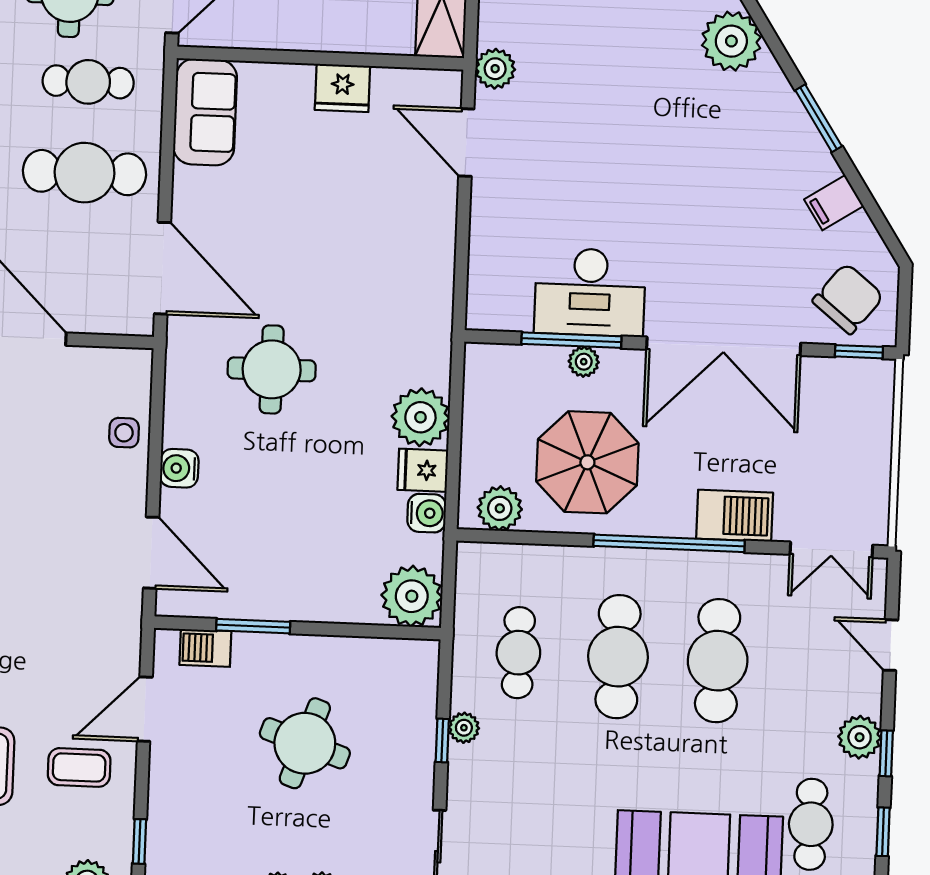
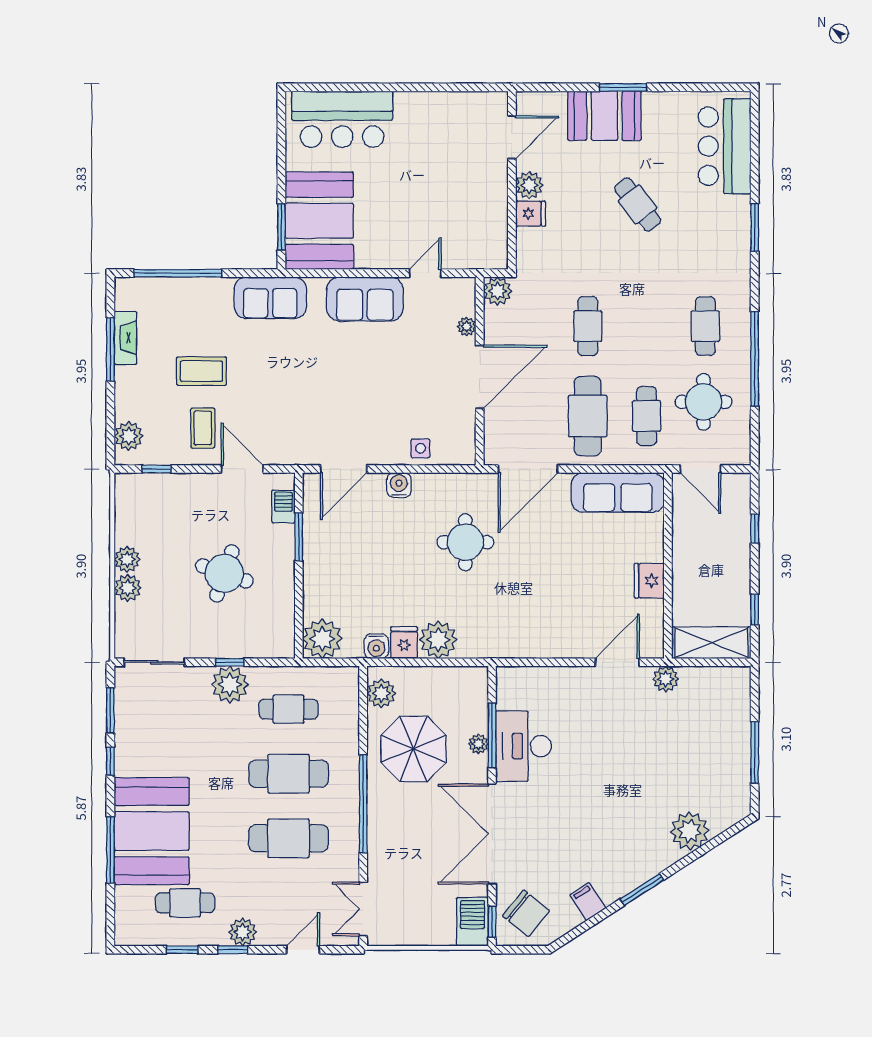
sofa: (205, 112) -> (618, 492), width x1.36
barbecue: (735, 516) -> (472, 922), moved, turned 180
plant: (464, 728) -> (230, 685), width x1.87, depth x1.87

